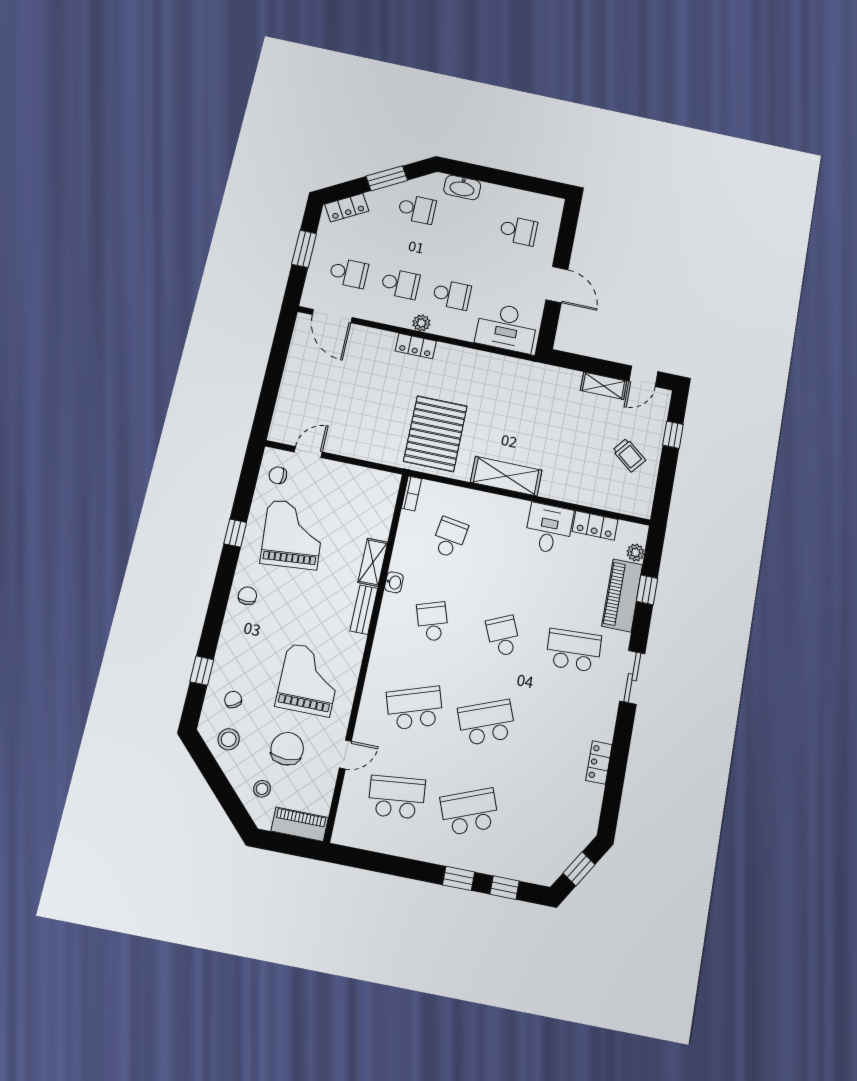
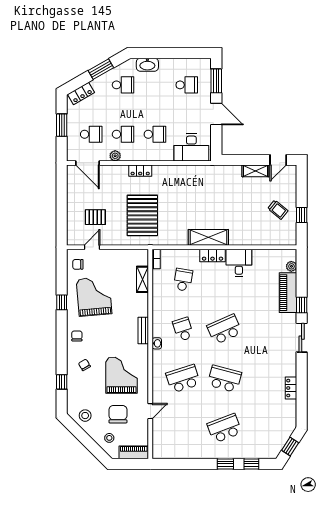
window: (567, 235) -> (216, 81), added
plant: (421, 323) -> (115, 156), moved
pallet: (325, 404) -> (95, 217), added
pallet: (435, 434) -> (142, 215), moved
window: (673, 435) -> (302, 215), moved
locker: (595, 526) -> (213, 255), moved
shelving: (373, 562) -> (142, 279), moved
washbasin: (394, 582) -> (157, 343), moved
window: (647, 590) -> (302, 305), moved
school desk: (503, 636) -> (224, 329), width x1.85
school desk: (574, 650) -> (266, 329), removed
chair: (233, 700) -> (84, 365), moved
school desk: (487, 723) -> (224, 379), turned 36
school desk: (397, 797) -> (183, 428), removed

